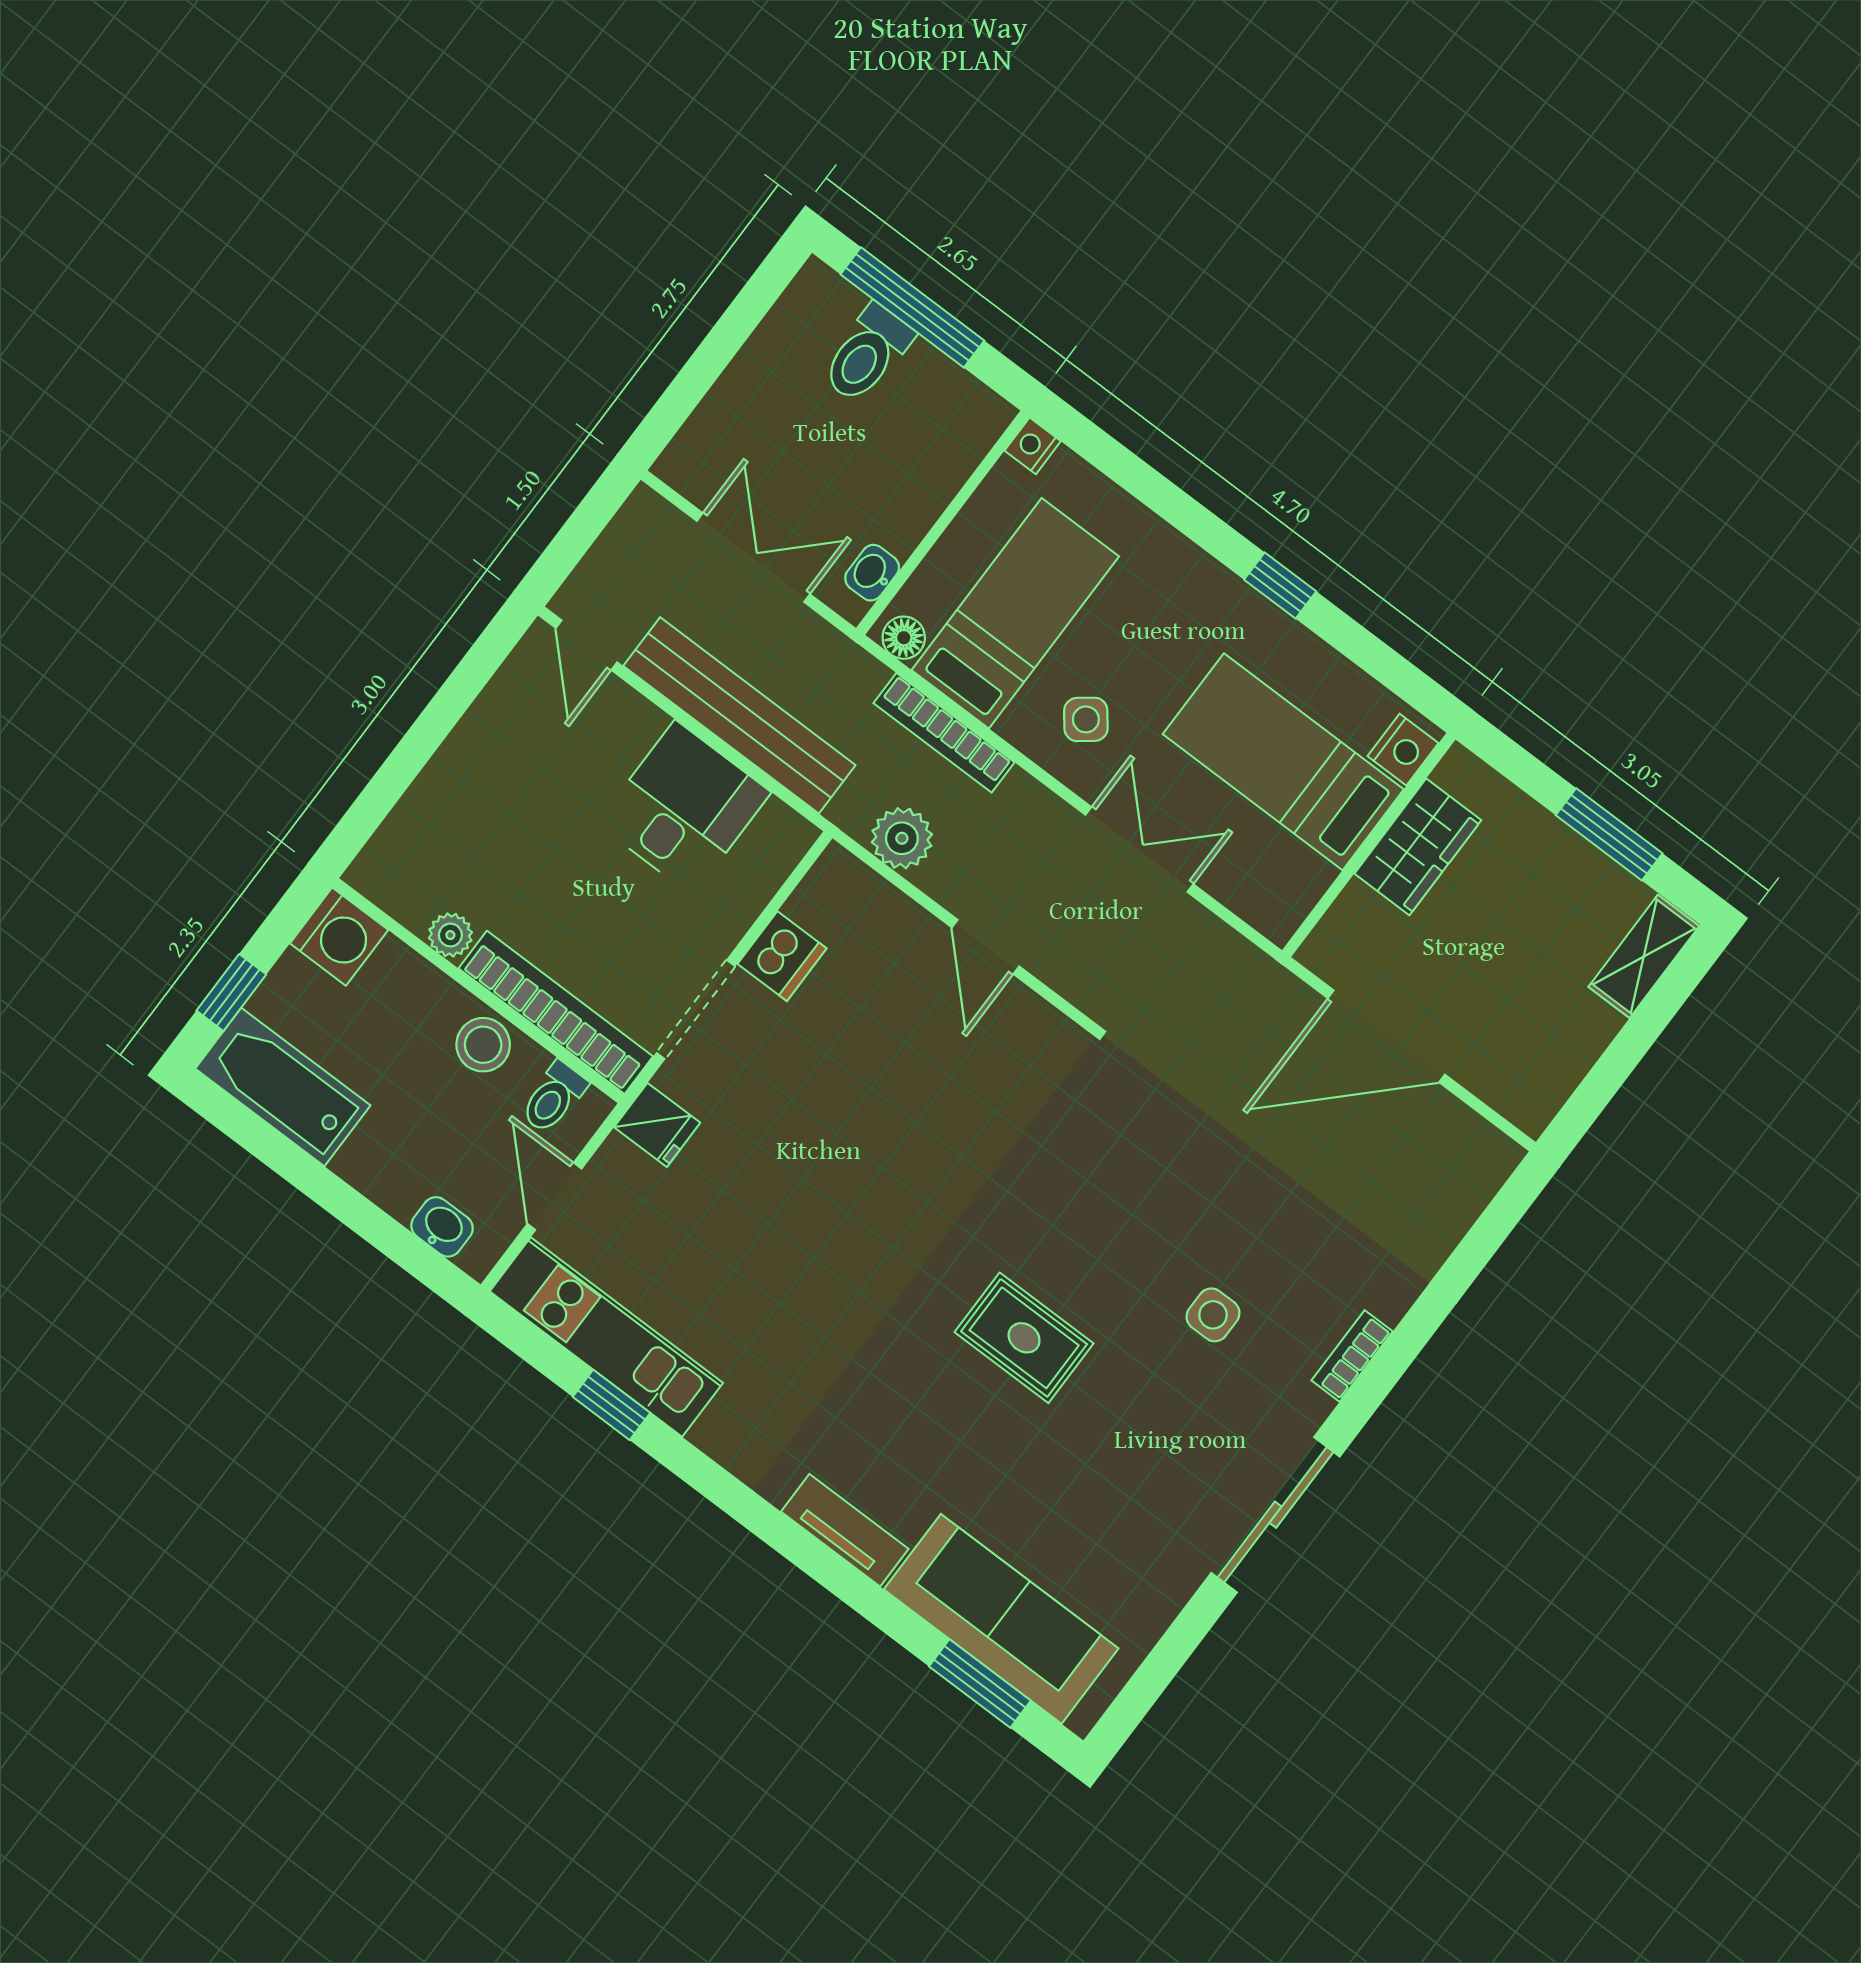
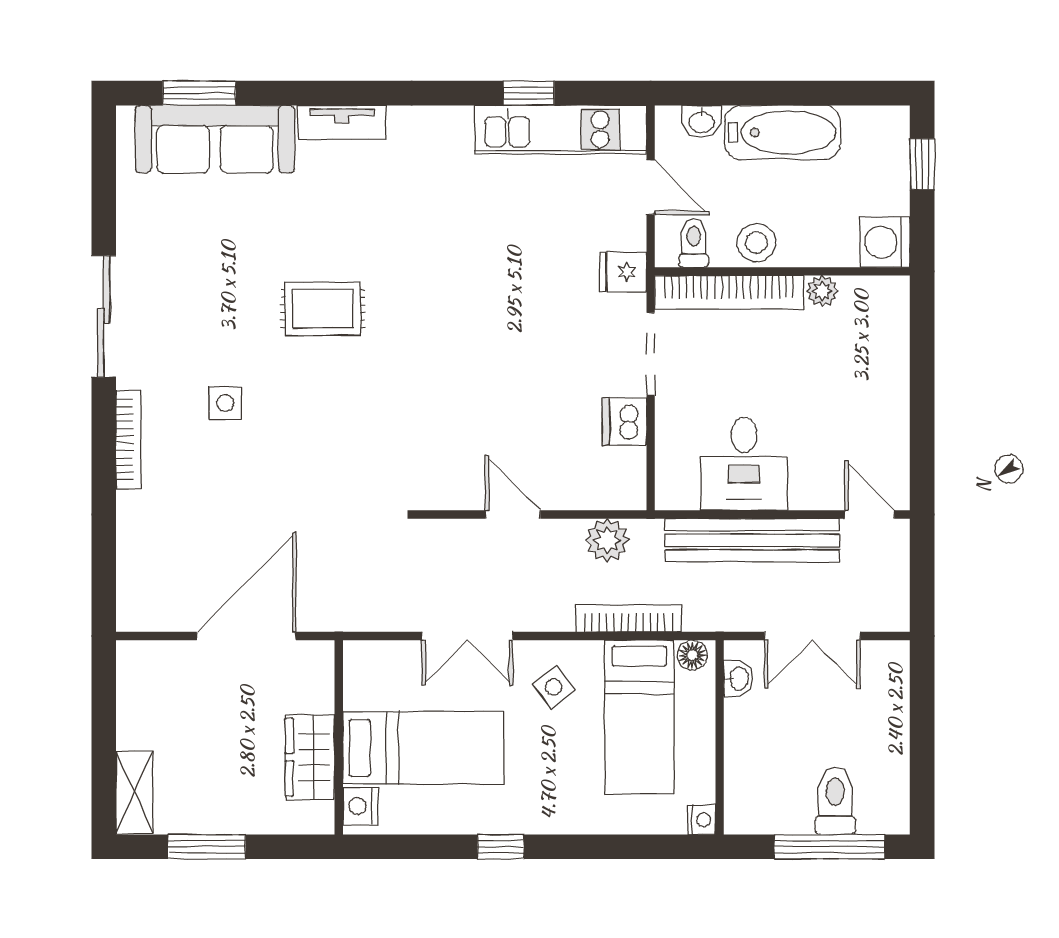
bathtub: (283, 1087) -> (783, 133), moved
bookcase: (1352, 1356) -> (128, 440), width x1.56

